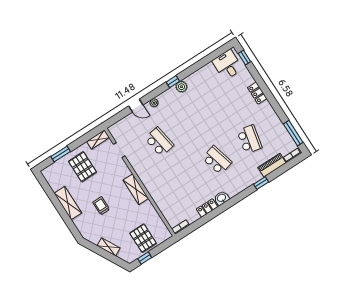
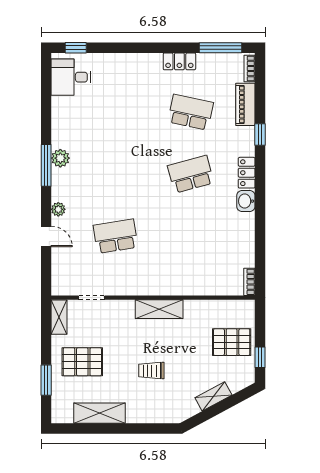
window: (173, 82) -> (46, 165), width x2.17
locker: (257, 93) -> (179, 61), moved
door: (136, 106) -> (46, 236), hinge flipped
shelving: (68, 203) -> (100, 413), moved
locker: (207, 208) -> (247, 173), moved

